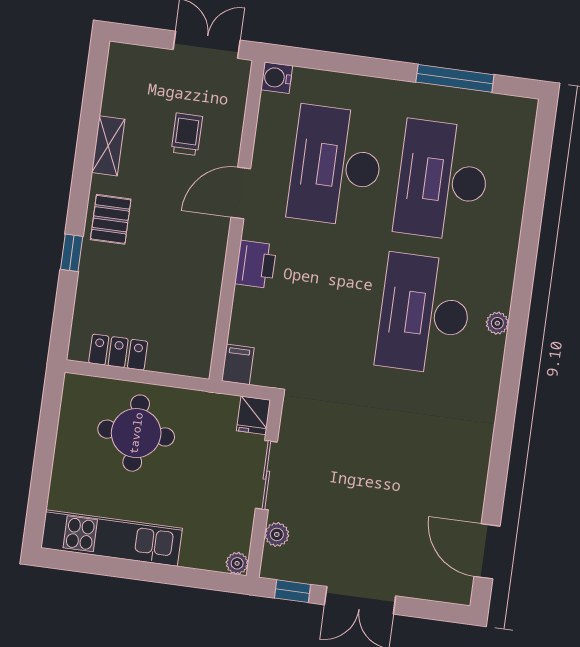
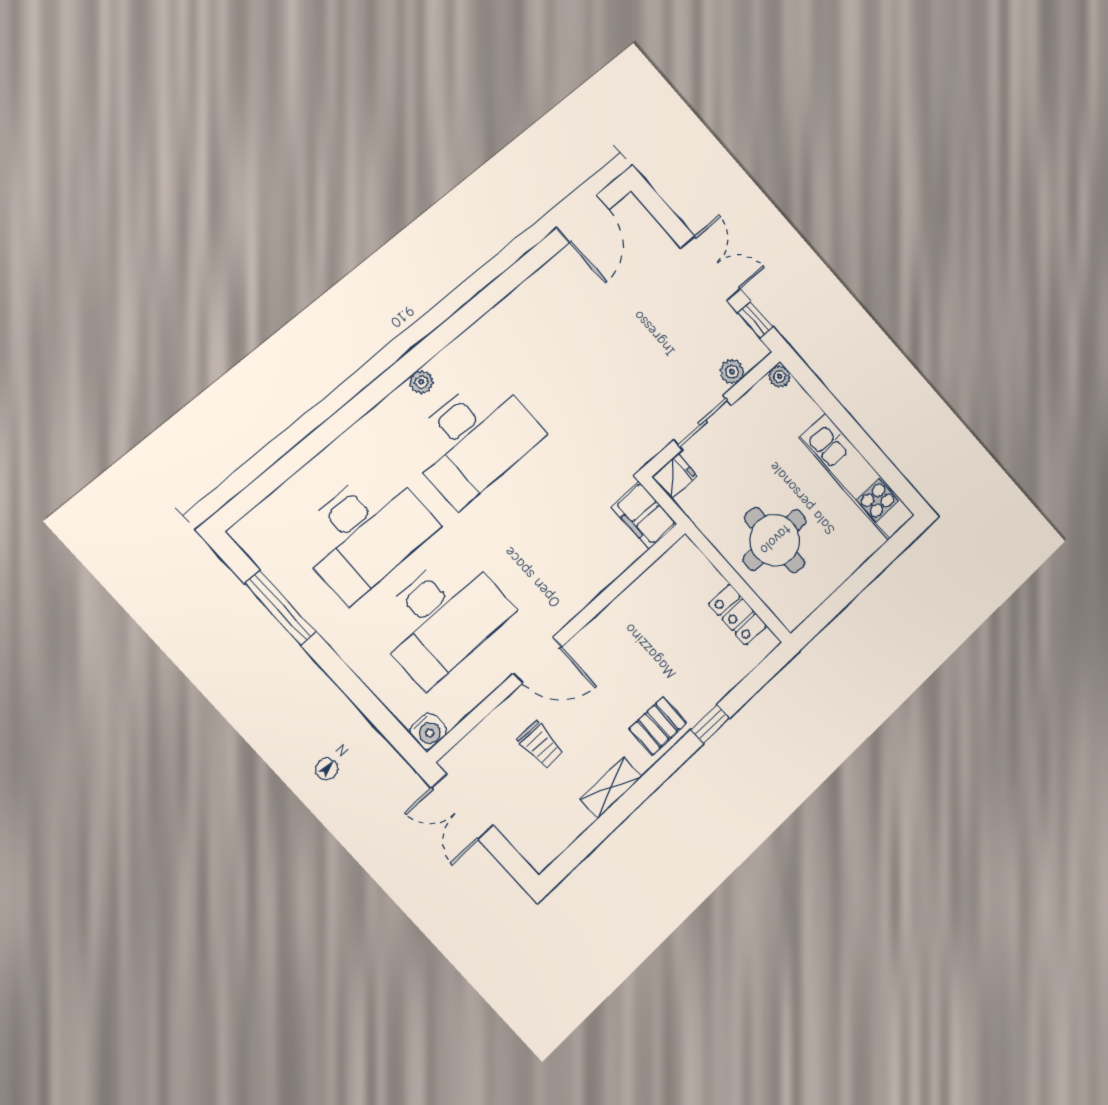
trolley: (187, 134) -> (541, 745), turned -90
printer: (256, 264) -> (574, 593), removed
filing cabinet: (238, 364) -> (644, 515), width x2.00

